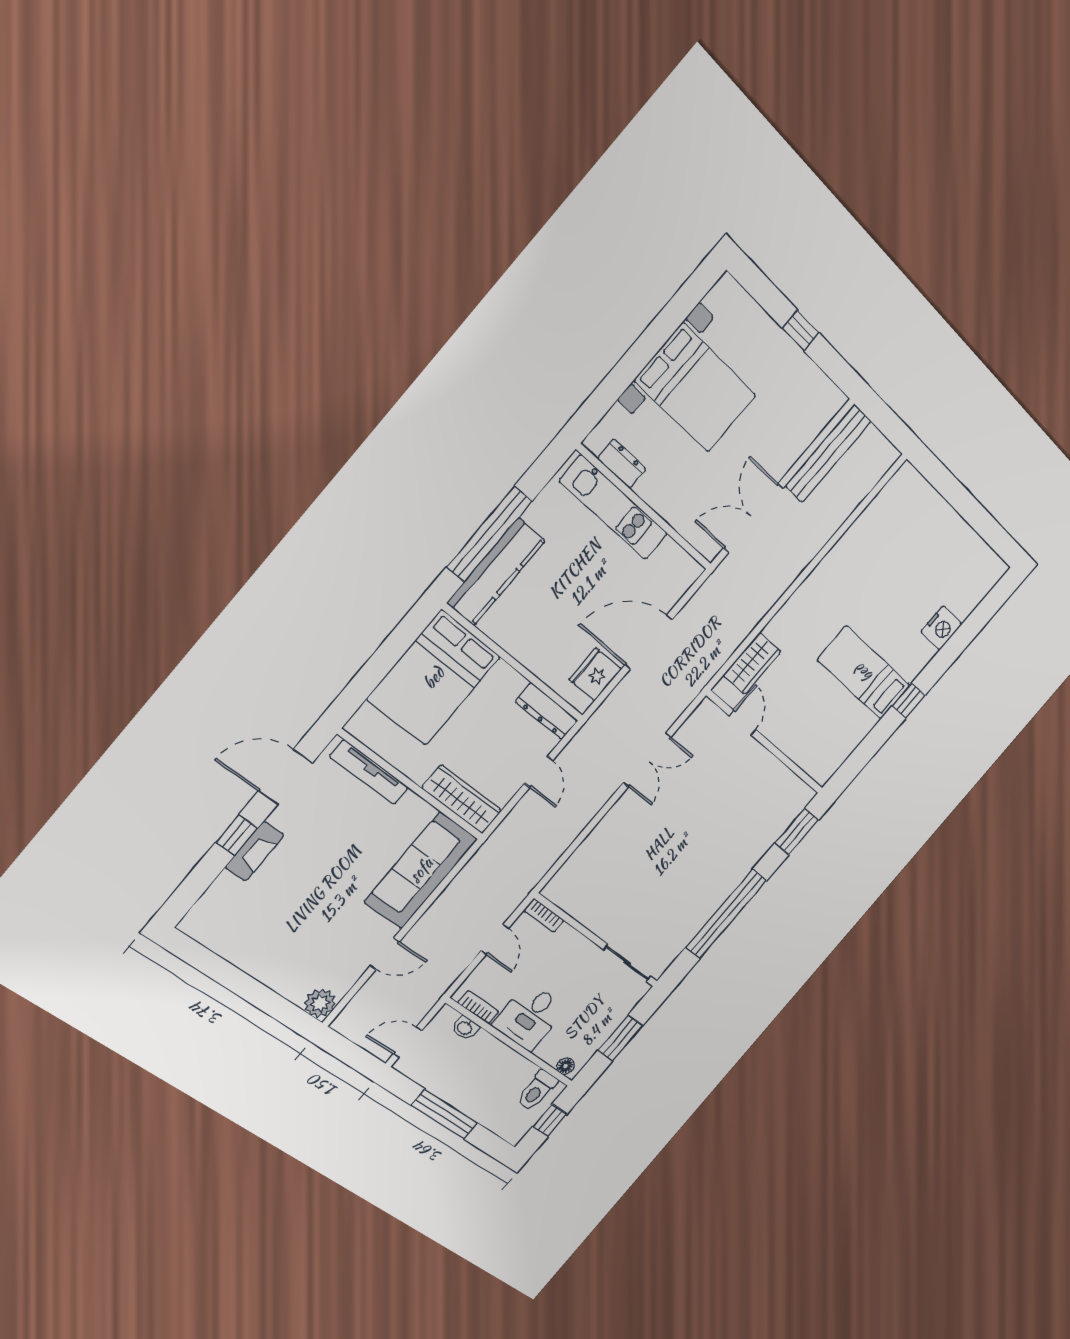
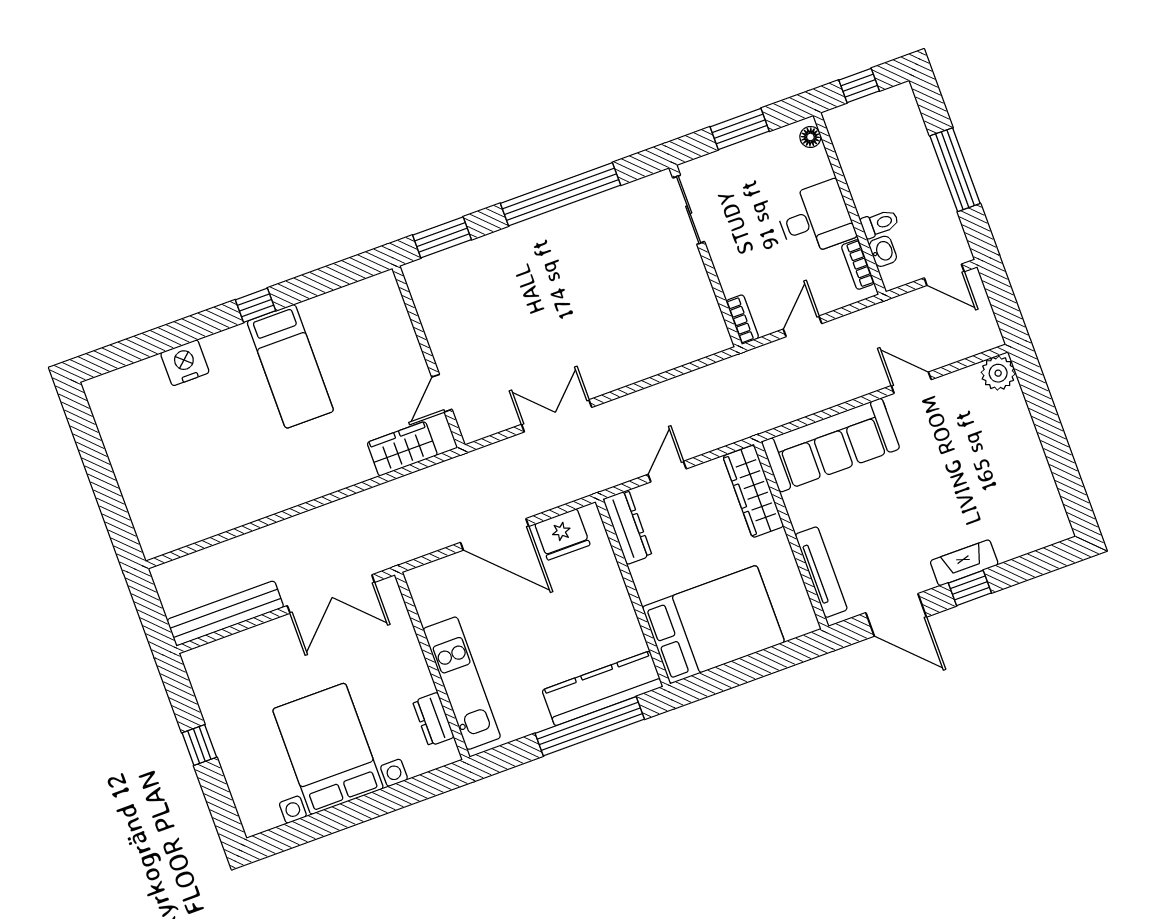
toilet: (537, 1090) -> (880, 223), moved, width x0.73, depth x0.72

